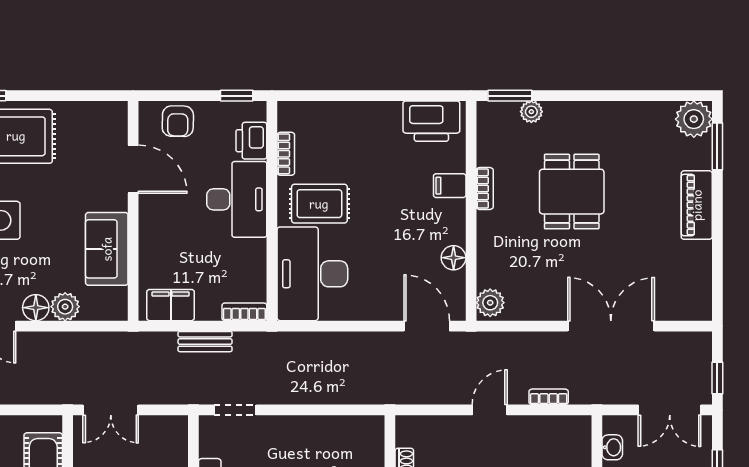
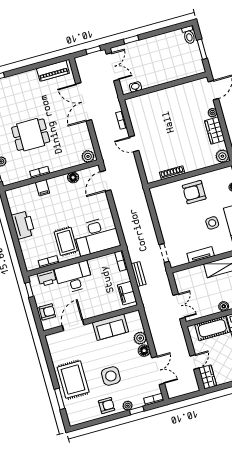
printer: (431, 121) -> (23, 225), moved
piano: (697, 205) -> (53, 71), moved

